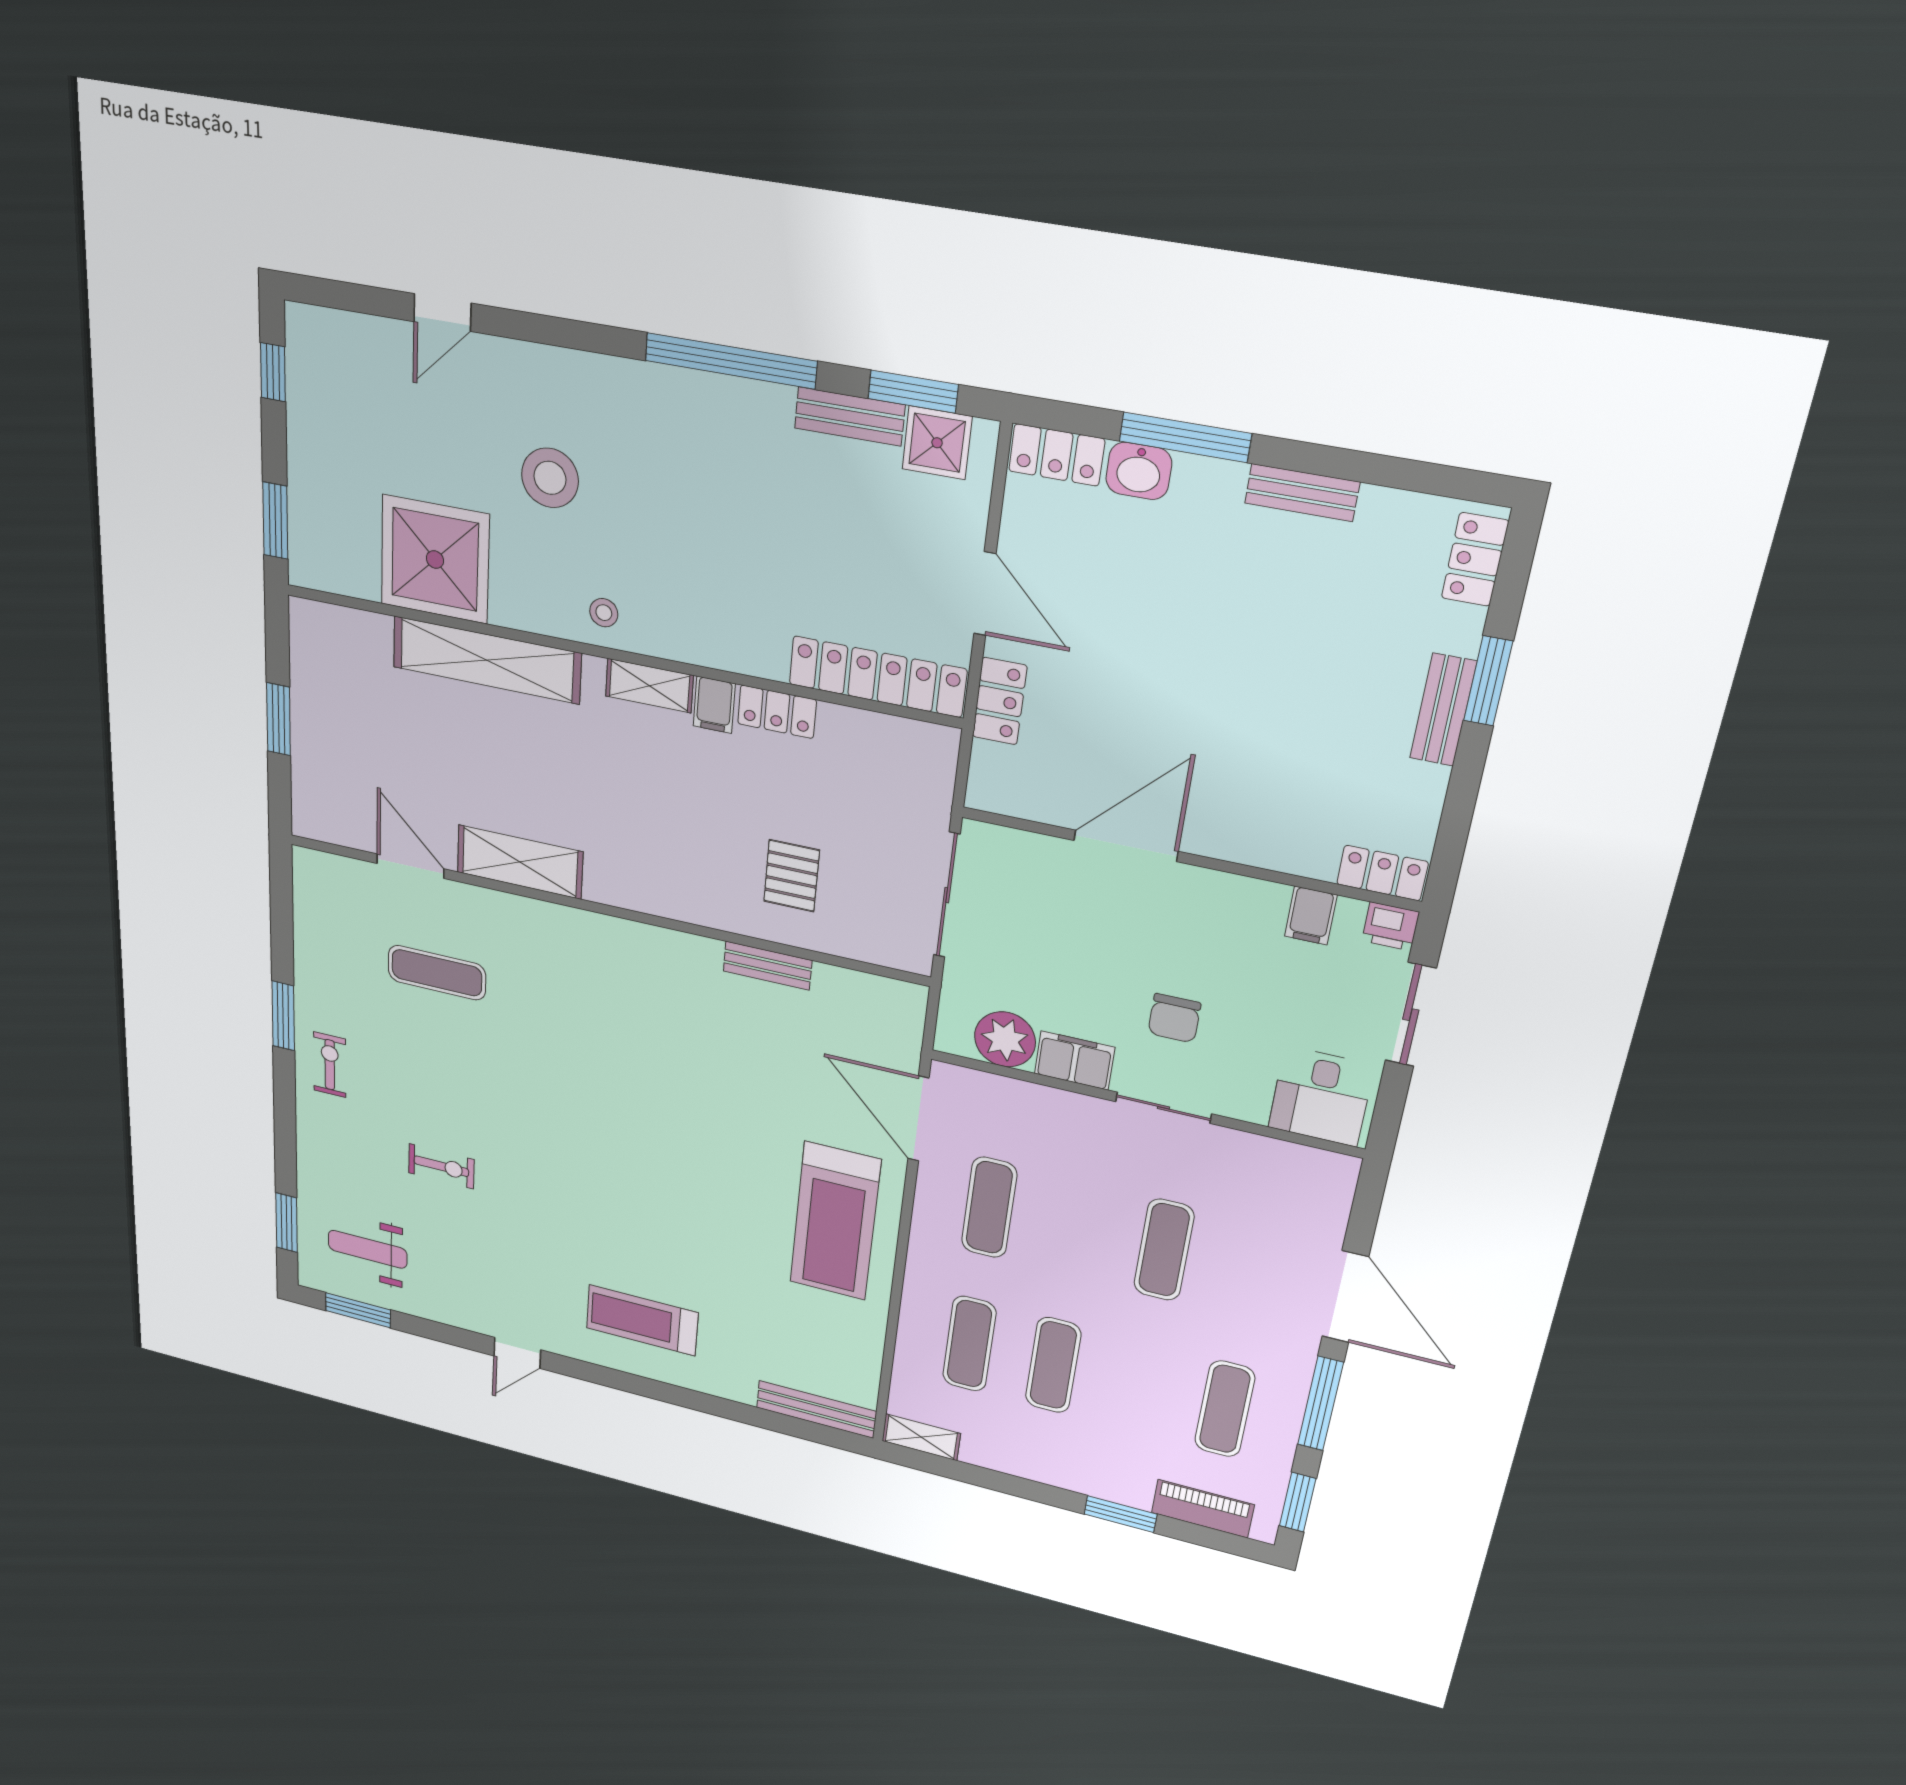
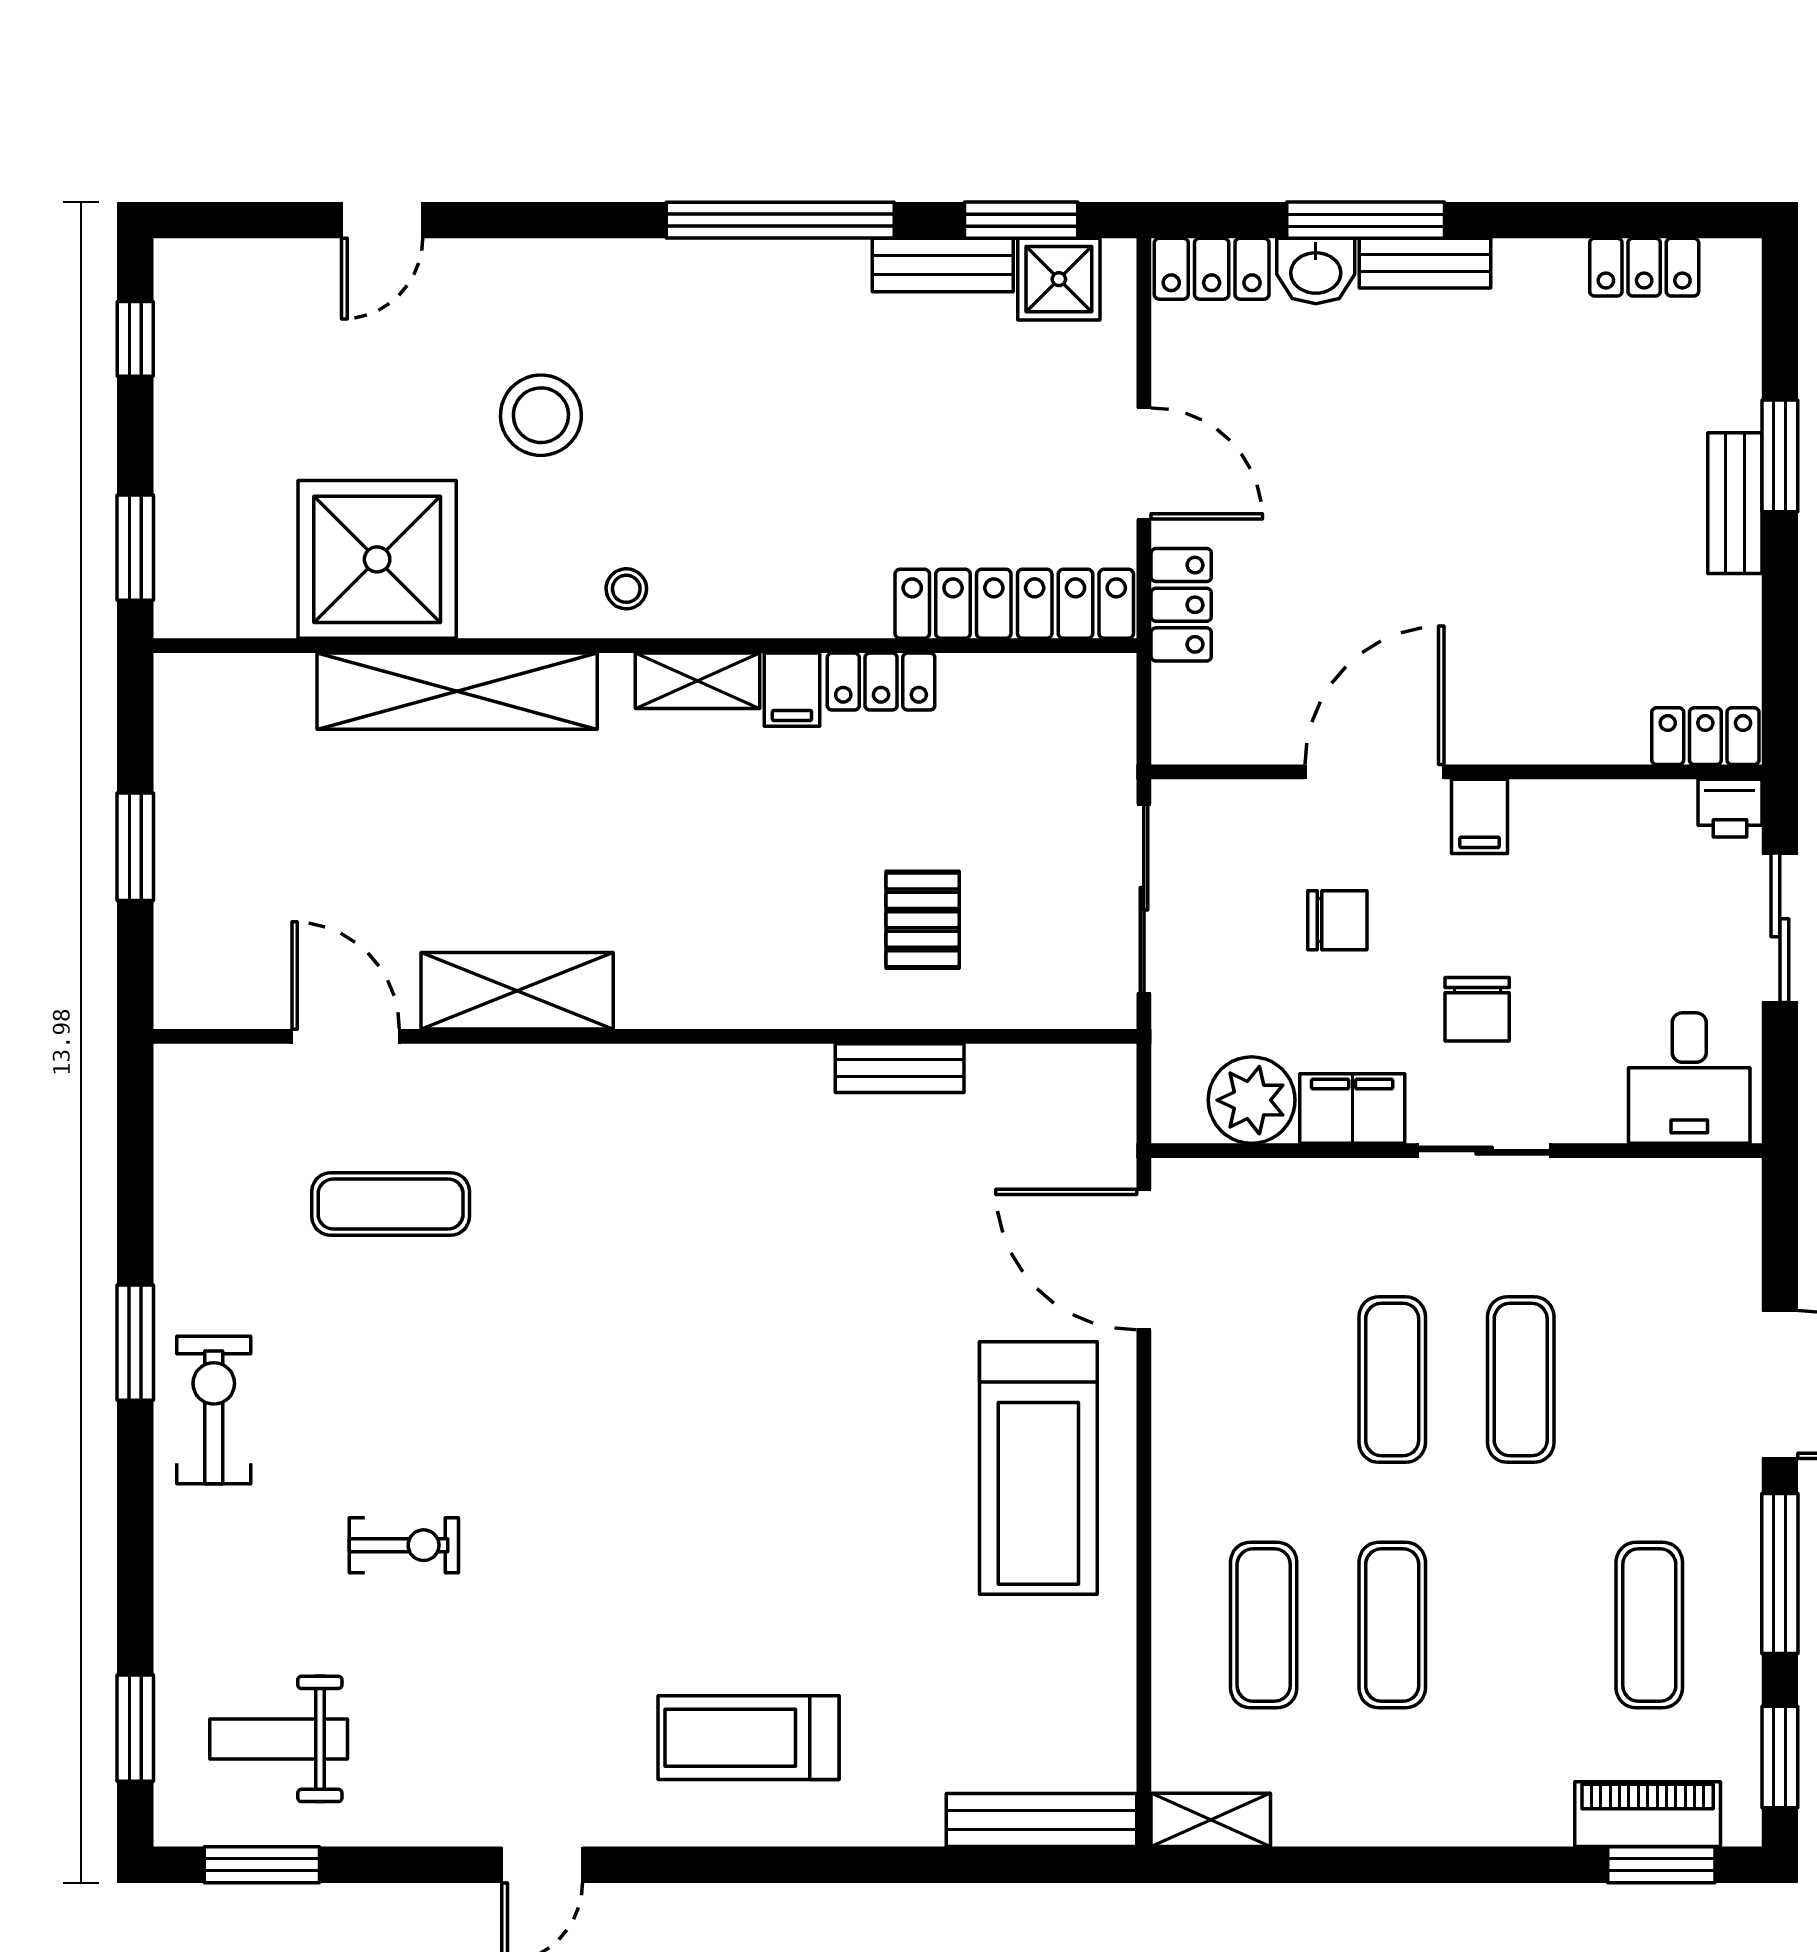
bench: (1302, 493) -> (1425, 263), moved
locker: (1475, 559) -> (1644, 267), moved, turned -90
filing cabinet: (1311, 916) -> (1480, 816), moved
chair: (1083, 939) -> (1337, 920), added
exercise bike: (330, 1065) -> (214, 1410), width x1.38, depth x1.39
exercise mat: (989, 1208) -> (1392, 1380), moved
window: (1120, 1514) -> (1661, 1865), moved

